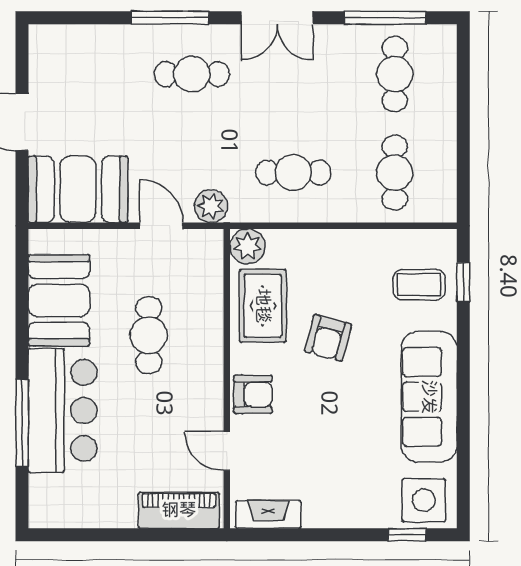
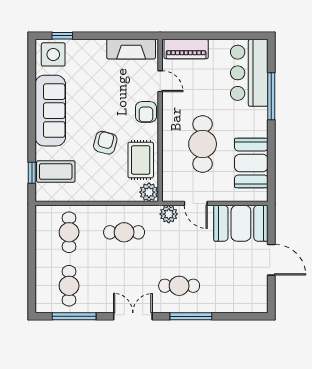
coffee table: (419, 285) -> (56, 171), width x1.36, depth x1.30
cafe table: (149, 335) -> (203, 144), width x1.37, depth x1.35
armchair: (253, 394) -> (146, 112), turned -90
bar counter: (63, 410) -> (249, 73), moved
fireplace: (268, 514) -> (131, 49), width x1.37, depth x1.32

